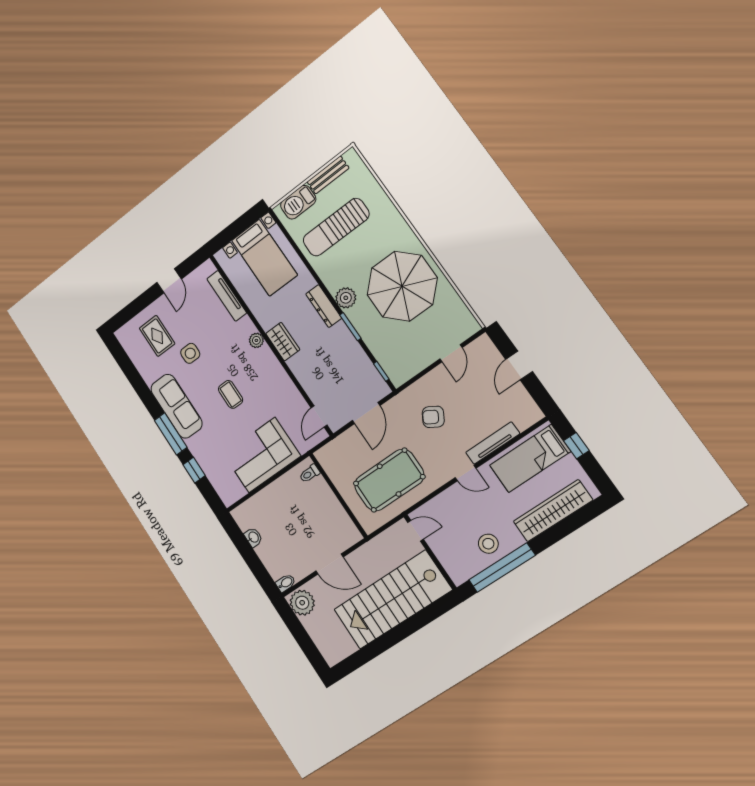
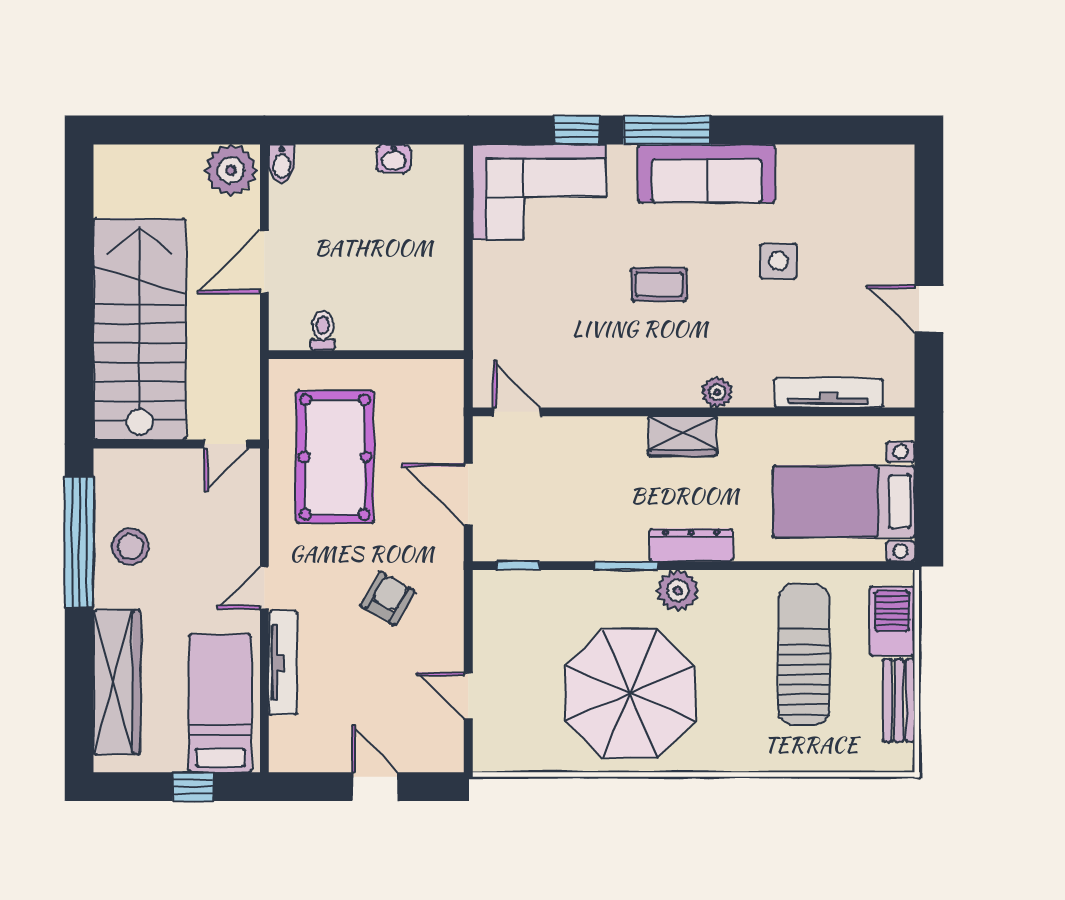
rug: (157, 336) -> (851, 222), removed
corner sofa: (262, 455) -> (539, 192), moved, turned 90
toilet: (310, 474) -> (323, 331), moved

